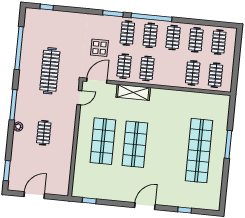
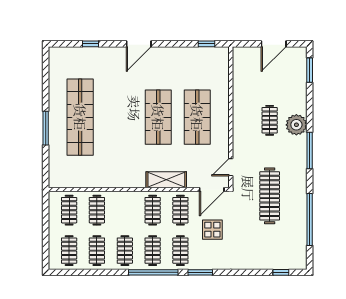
plant: (18, 127) -> (296, 125), width x1.88, depth x1.88

